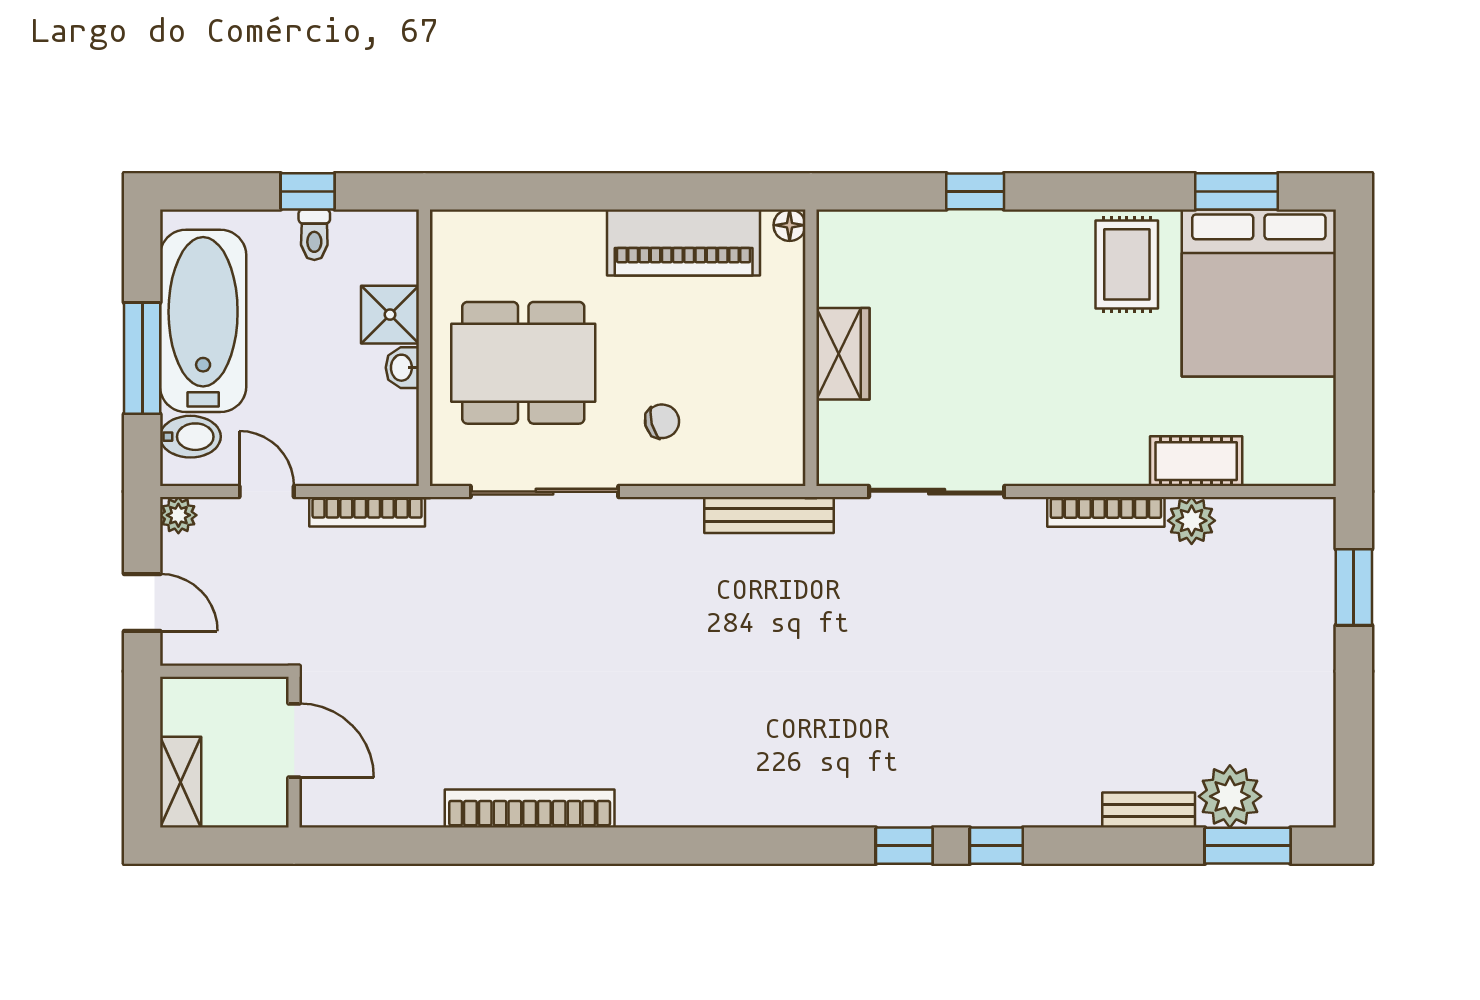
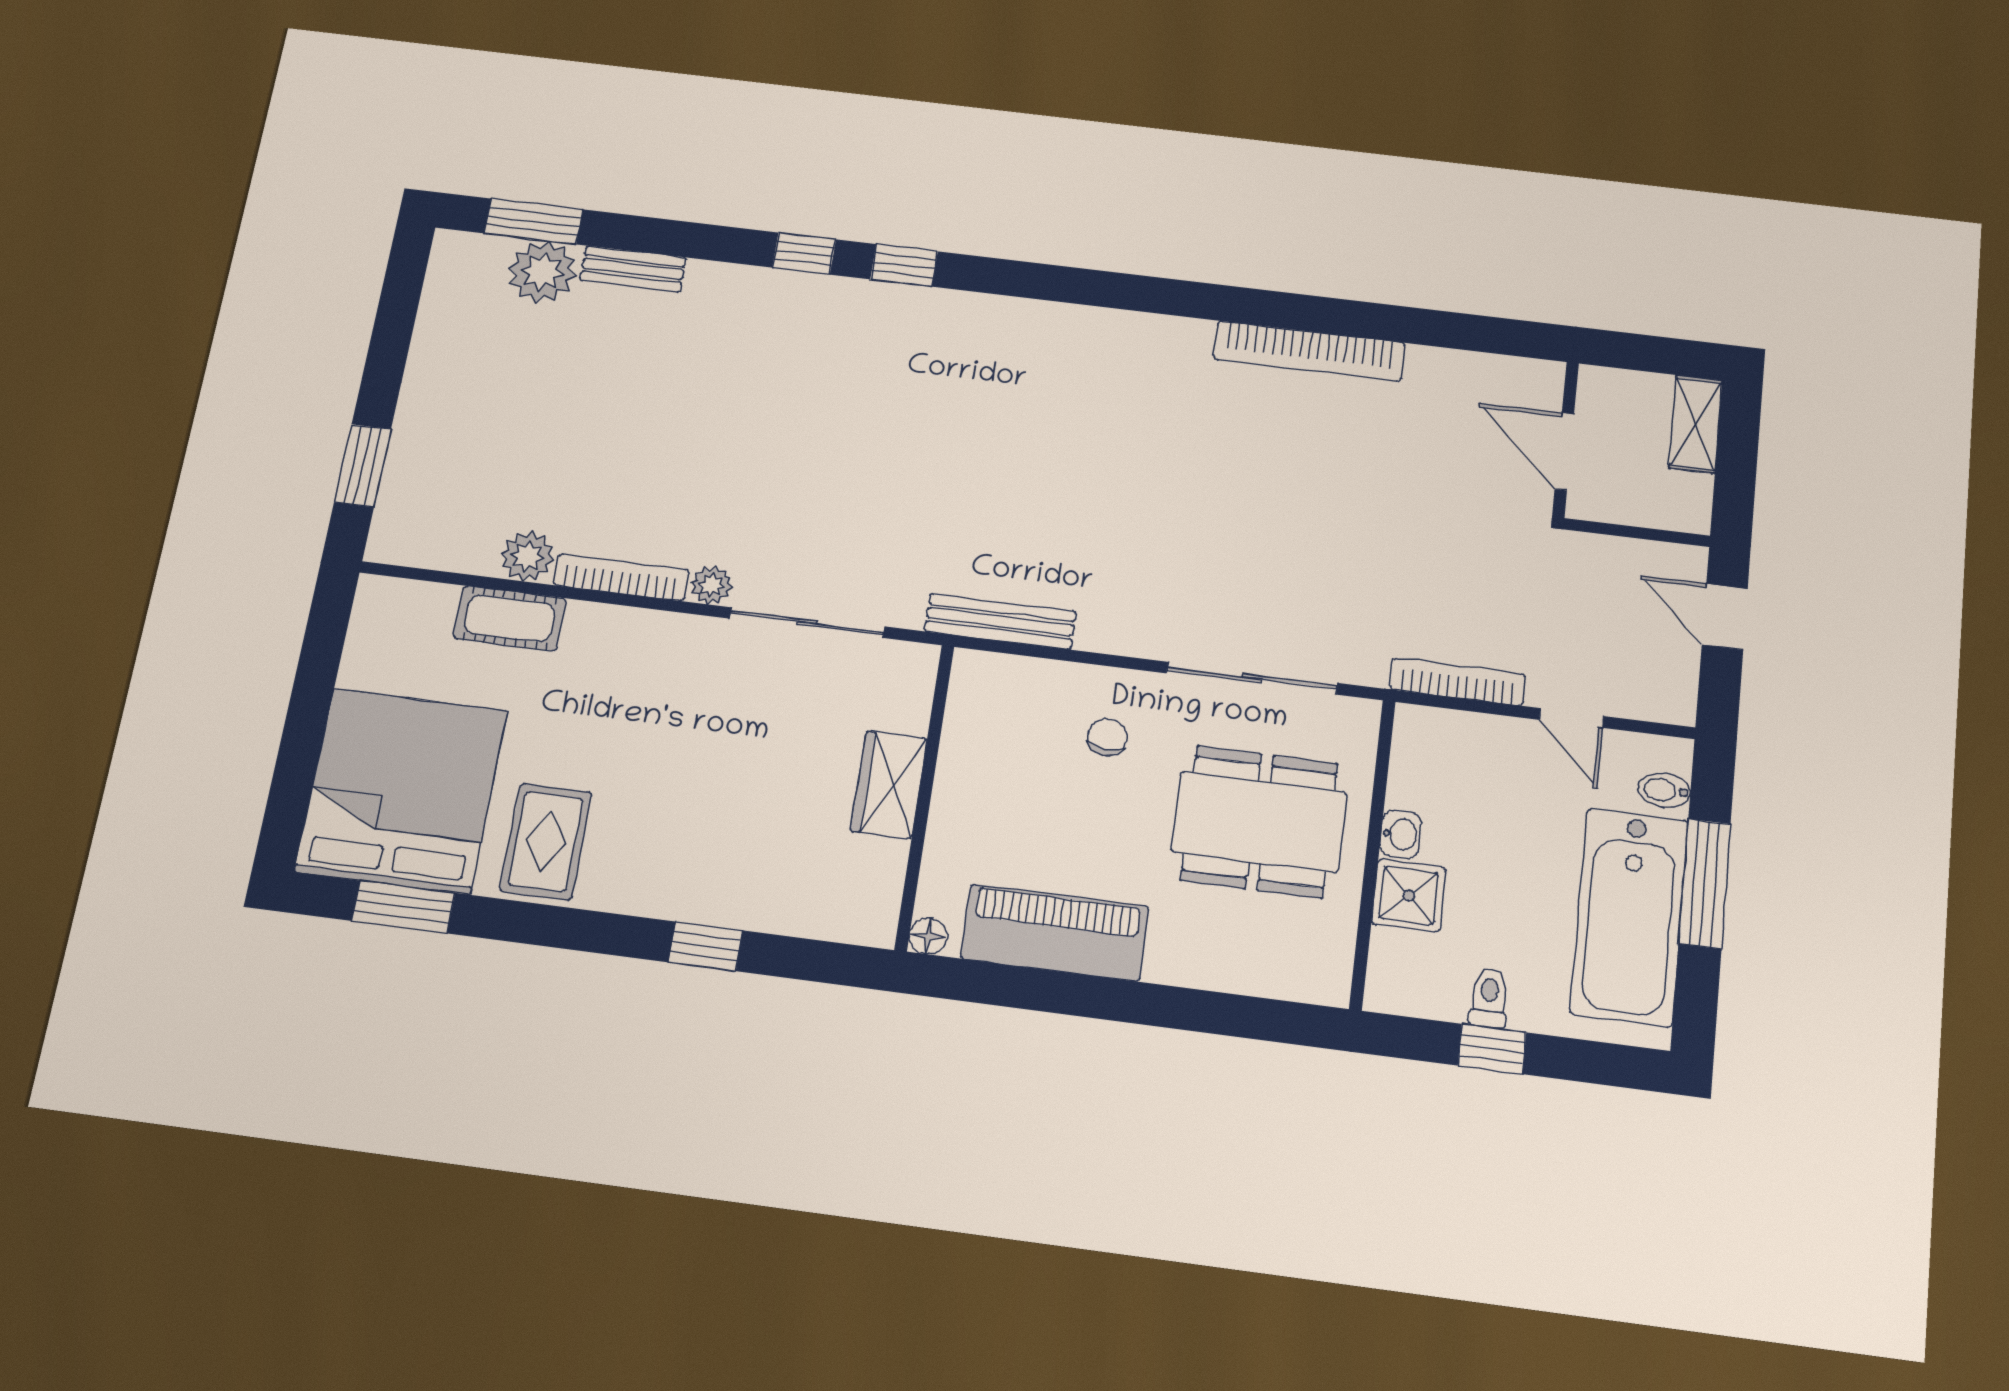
chair: (662, 421) -> (1107, 737), turned 109
bidet: (190, 437) -> (1664, 790), width x0.72, depth x0.74
plant: (178, 515) -> (712, 585), moved

